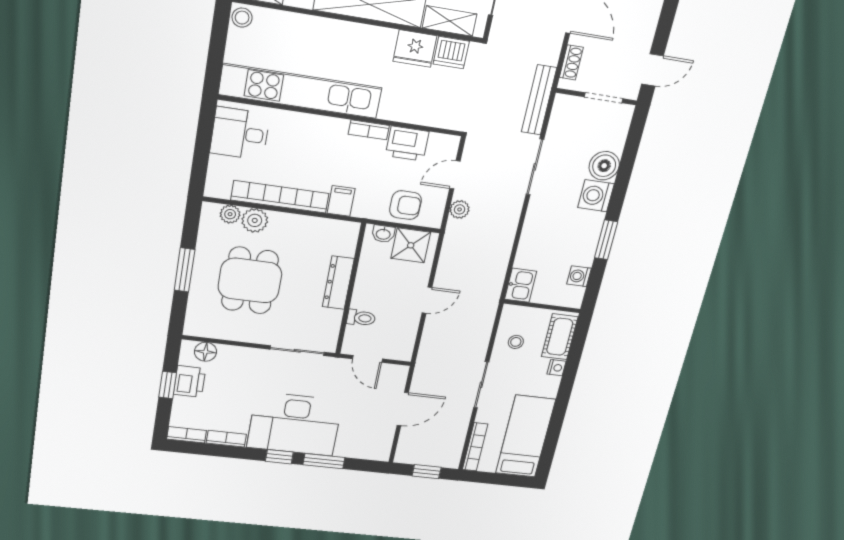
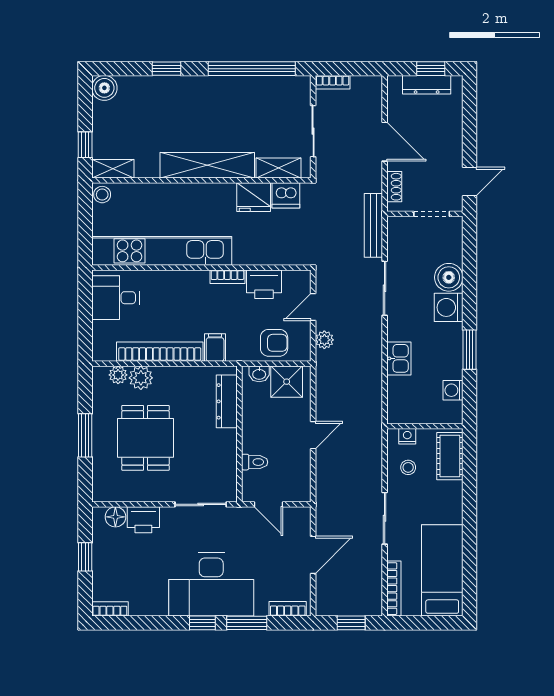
dresser: (338, 283) -> (227, 401), moved
kitchen sink: (521, 285) -> (399, 358), moved
nightstand: (557, 368) -> (407, 436), moved, turned -90
printer: (190, 381) -> (143, 520), moved, turned 90
bookcase: (226, 439) -> (288, 609), moved

